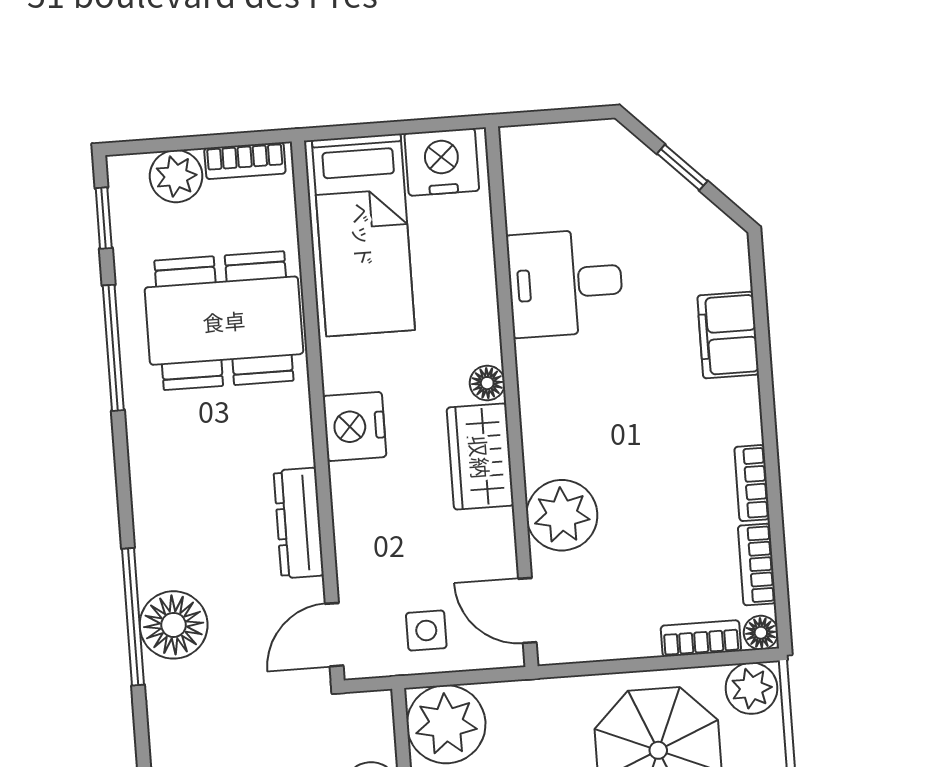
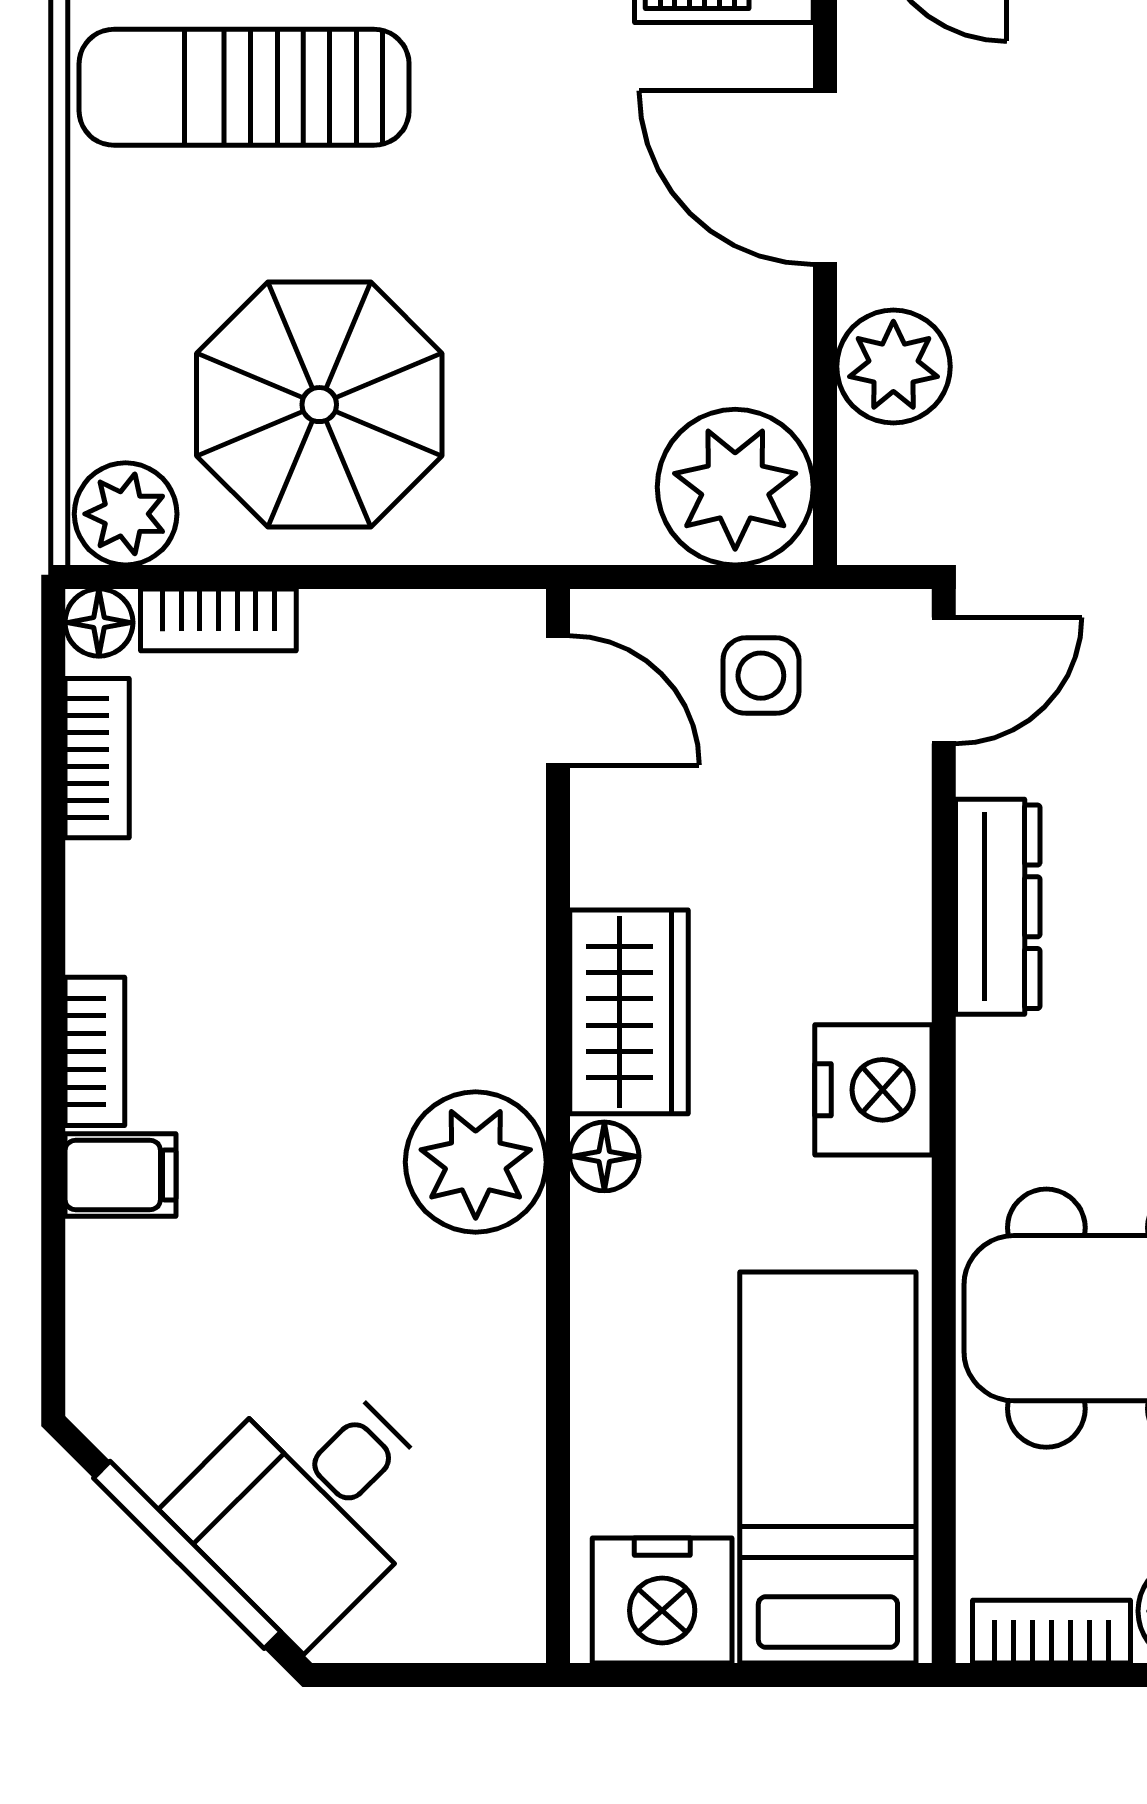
window: (682, 167) -> (187, 1555), width x2.17
desk: (565, 283) -> (309, 1504), moved, turned 135
filing cabinet: (728, 335) -> (121, 1175), width x0.50
bookcase: (752, 483) -> (95, 1051), moved
plant: (562, 515) -> (476, 1162), moved

